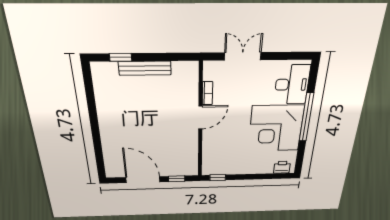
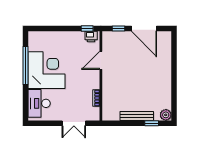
plant: (100, 70) -> (166, 115), added
window: (306, 117) -> (25, 66), moved
door: (200, 118) -> (101, 60), moved
printer: (282, 167) -> (91, 37), moved

